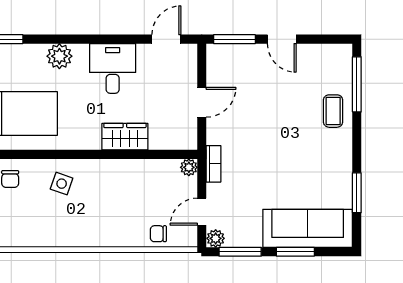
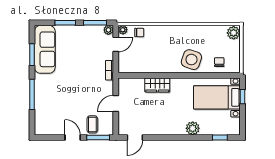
desk: (113, 68) -> (164, 122), removed
window: (357, 84) -> (32, 94), moved
coffee table: (333, 111) -> (92, 124), moved
plant: (189, 167) -> (123, 30), moved
side table: (62, 184) -> (191, 60), width x1.87, depth x1.87
sofa: (308, 228) -> (45, 49), moved, turned -90

